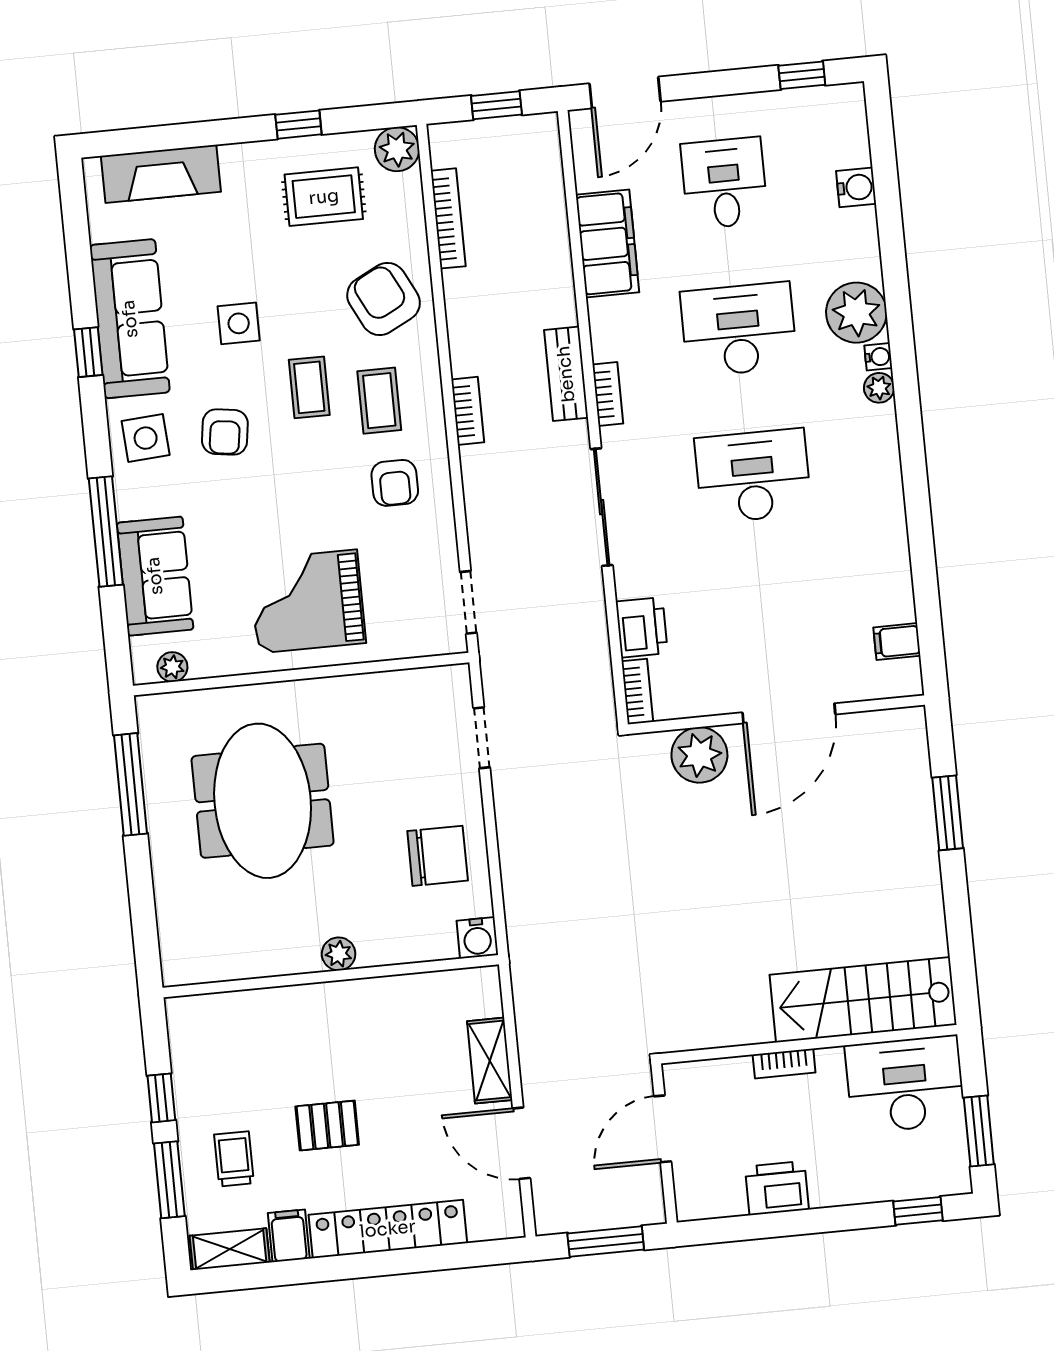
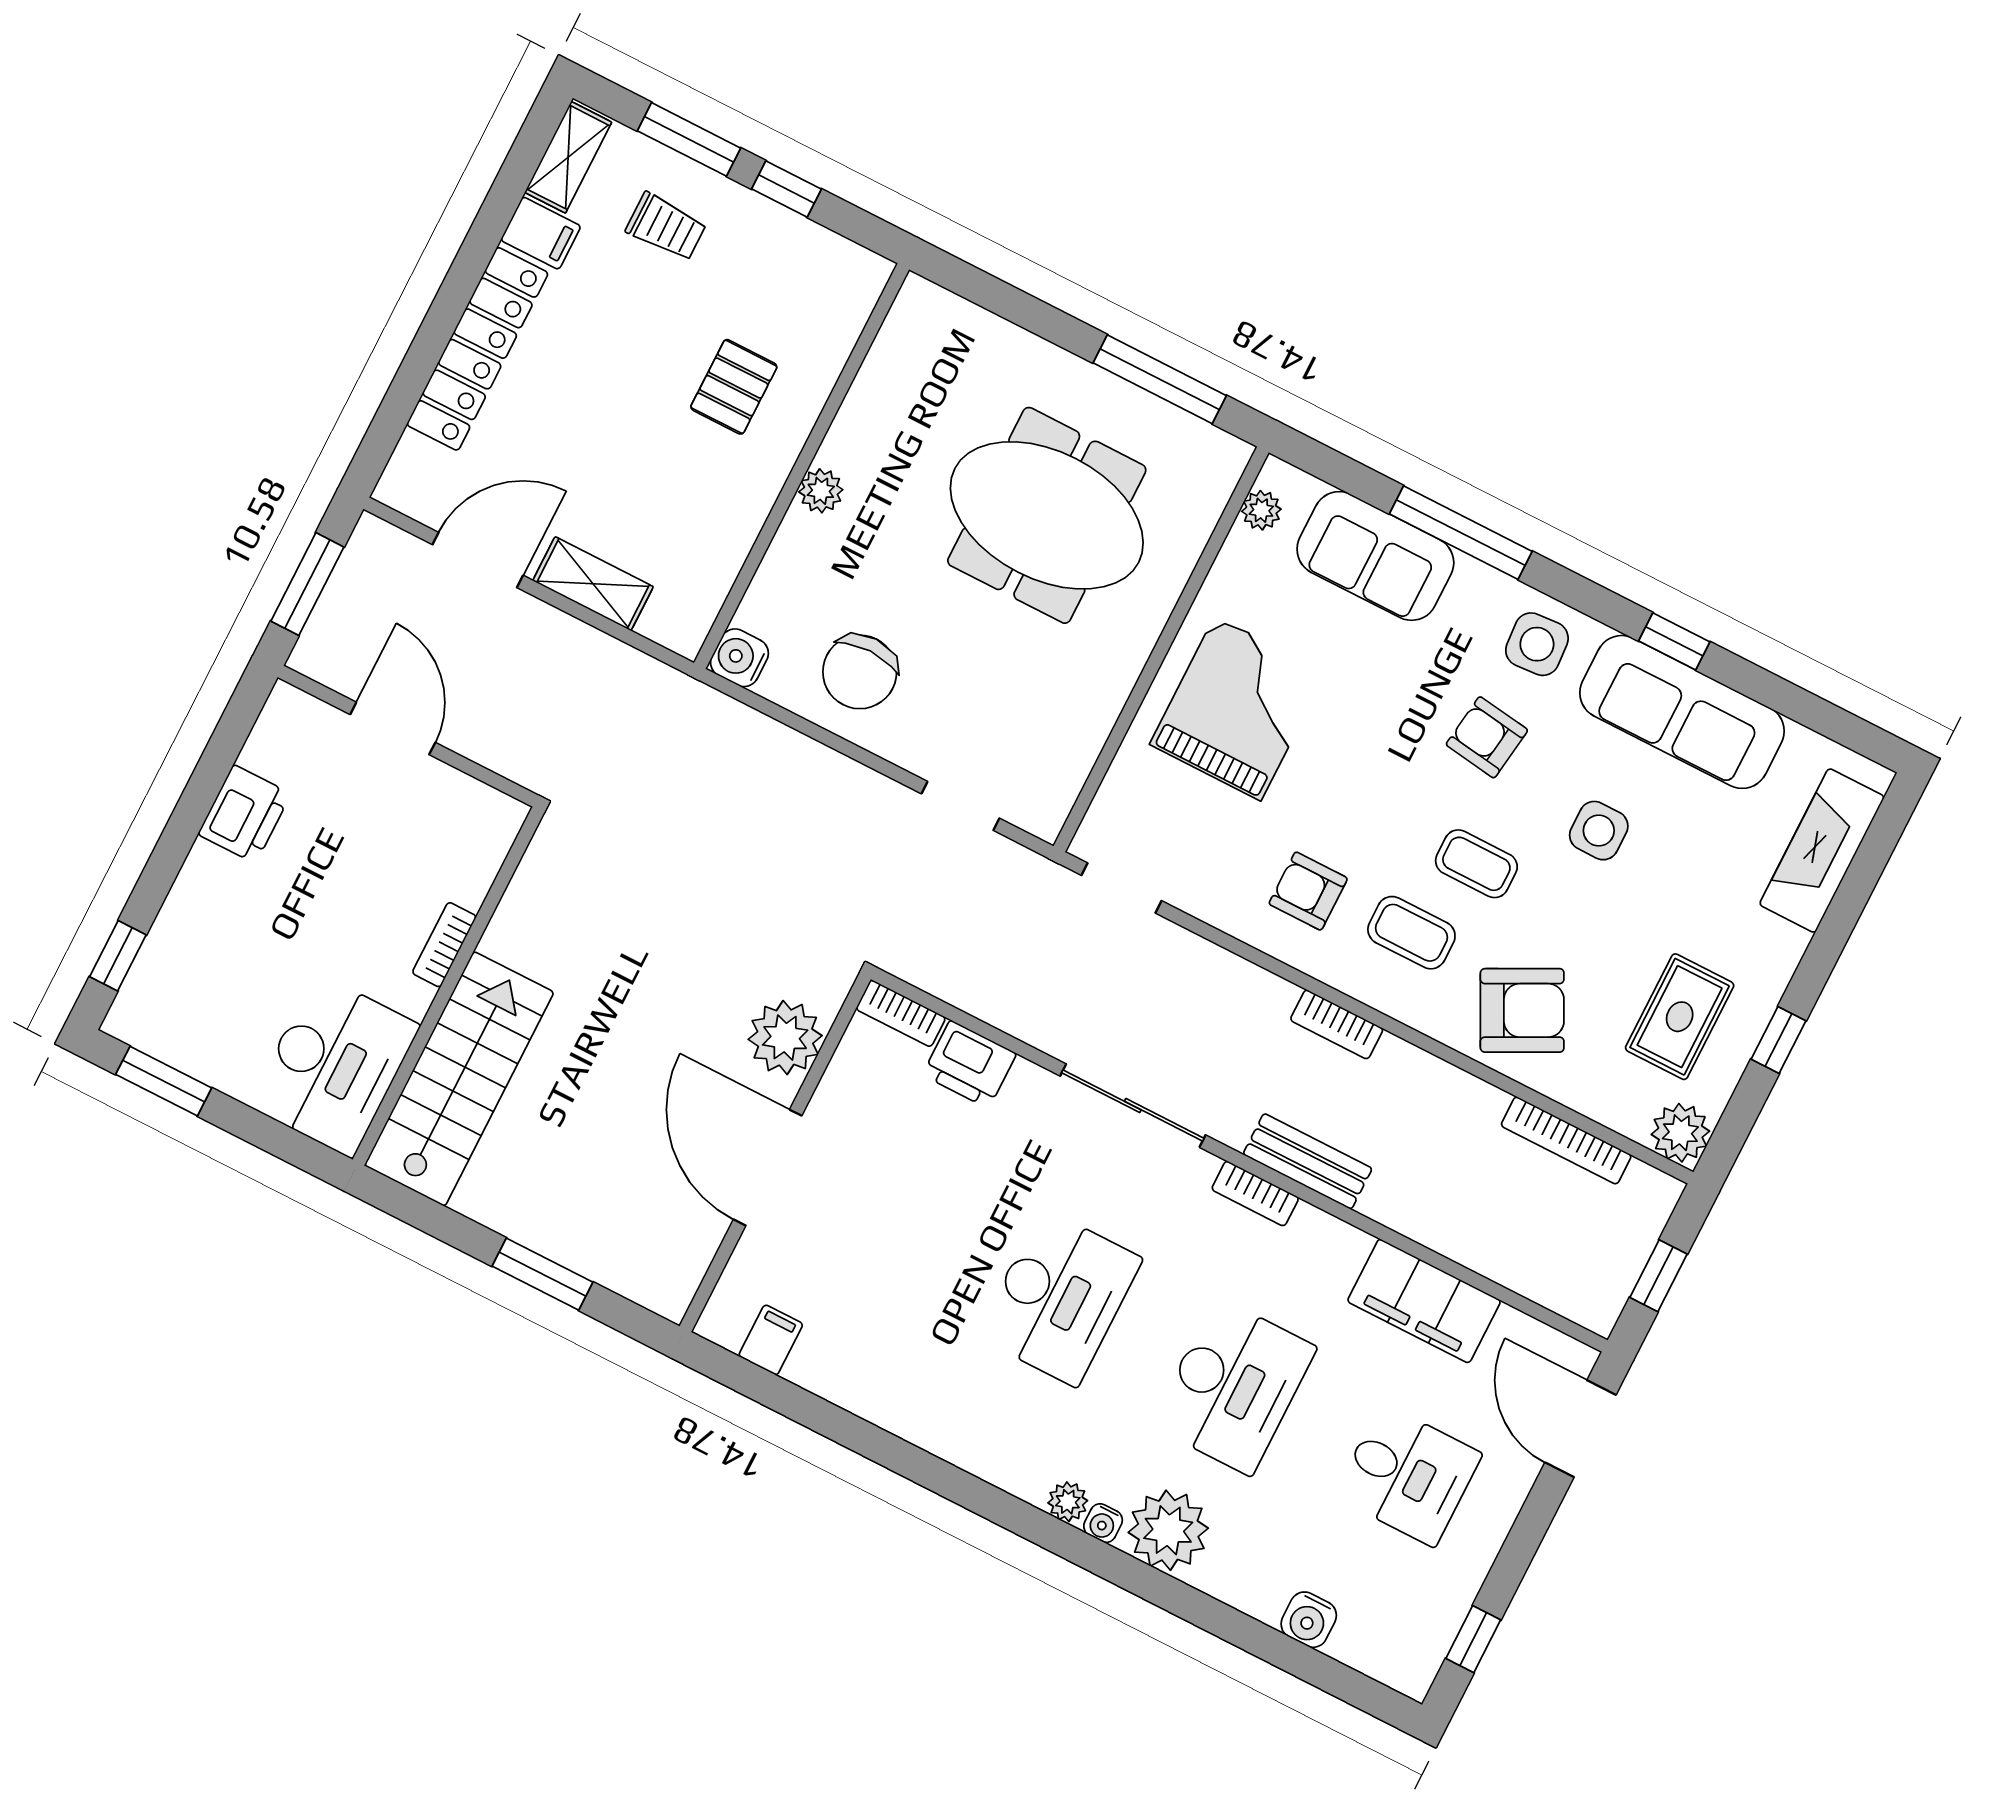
stairs: (863, 1000) -> (459, 1079), moved
wall: (809, 1044) -> (448, 986), moved
bookcase: (784, 1063) -> (444, 945), moved
desk: (905, 1084) -> (334, 1065), moved
pallet: (327, 1126) -> (734, 387), moved

